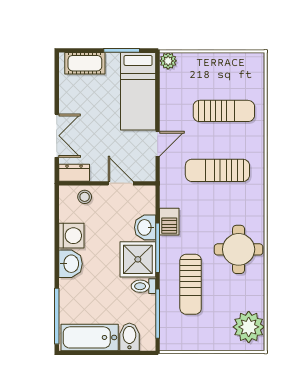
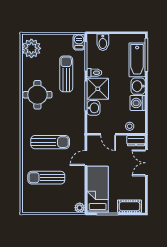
barbecue: (169, 222) -> (79, 42), moved
bathtub: (90, 337) -> (137, 60), moved, turned 90

